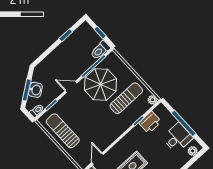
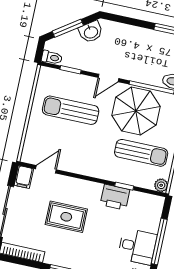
door: (71, 87) -> (108, 78), swing flipped
washbasin: (35, 90) -> (91, 32), moved
printer: (150, 122) -> (115, 197), moved
sun lounger: (63, 131) -> (71, 110), moved, turned -90

